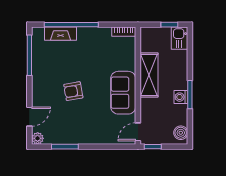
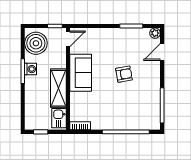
fireplace: (61, 34) -> (135, 124), removed
kitchen sink: (180, 38) -> (59, 118), moved, turned 180
boiler: (181, 133) -> (36, 43), width x1.86, depth x1.86

